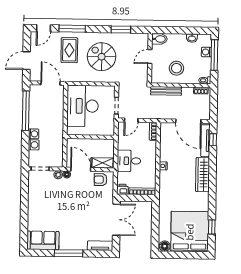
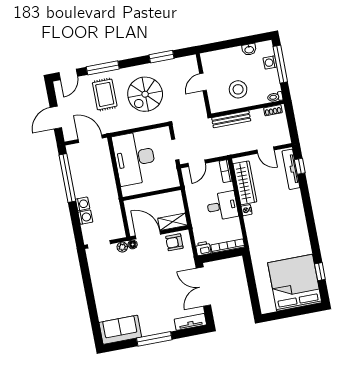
bidet: (159, 39) -> (210, 59), removed
spiral stairs: (102, 57) -> (145, 94), turned -90
door: (188, 121) -> (266, 150), width x0.53
desk: (129, 161) -> (222, 206), moved, turned 180
wardrobe: (203, 175) -> (245, 183), moved, turned 180
double door: (116, 220) -> (203, 287), swing flipped
floor lamp: (165, 246) -> (268, 306), removed

